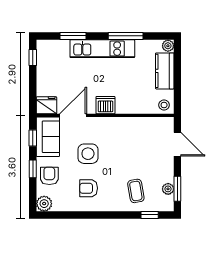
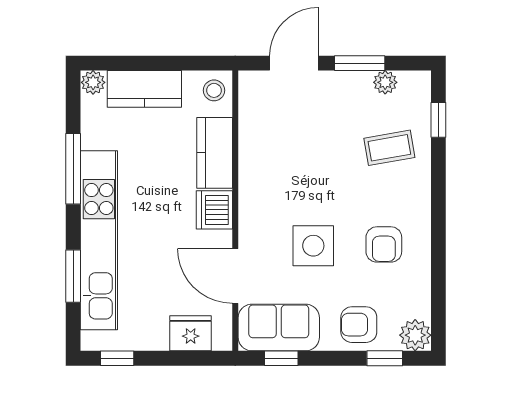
kitchen unit: (102, 49) -> (99, 240), width x1.36
fridge: (46, 105) -> (191, 333), moved, turned 90
kitchen counter: (133, 105) -> (215, 153), added
window: (33, 169) -> (385, 358), moved
window: (177, 189) -> (360, 63), moved

